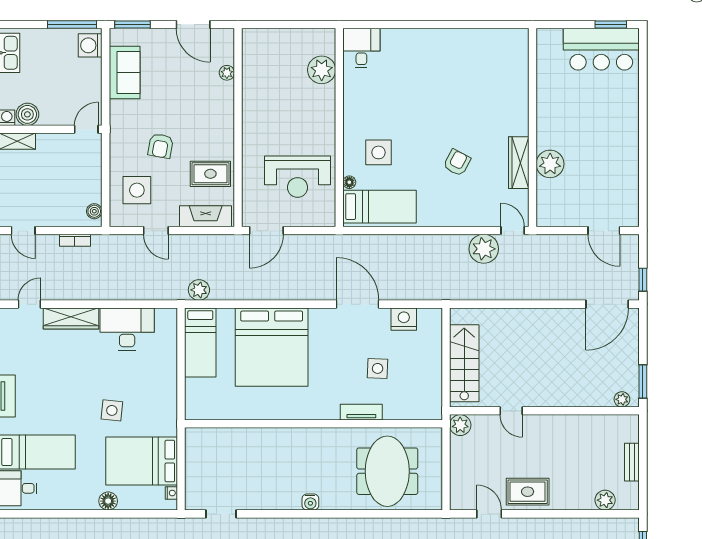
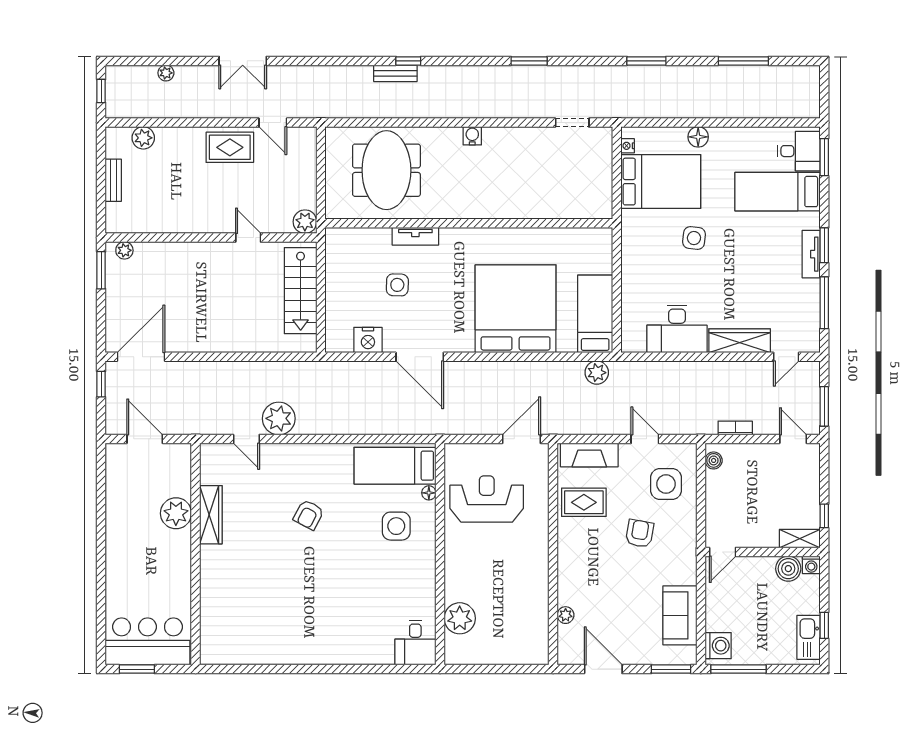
wall: (532, 127) -> (196, 554), moved
wardrobe: (519, 163) -> (211, 515), moved
plant: (550, 164) -> (176, 513), moved

